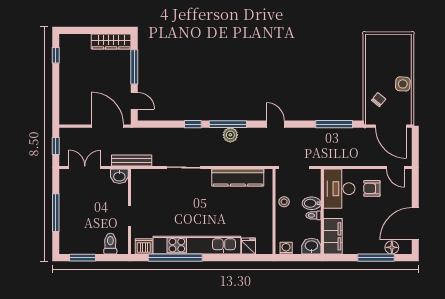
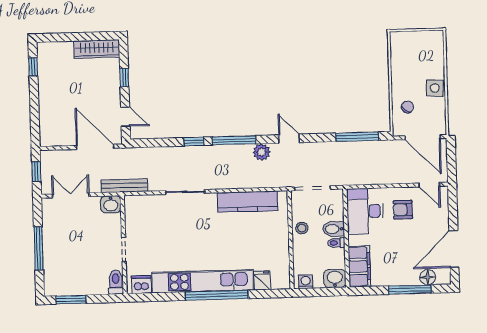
window: (134, 67) -> (124, 78), width x0.46
plant: (230, 135) -> (262, 152), moved
toilet: (110, 244) -> (116, 282), moved
window: (175, 258) -> (217, 295), moved

